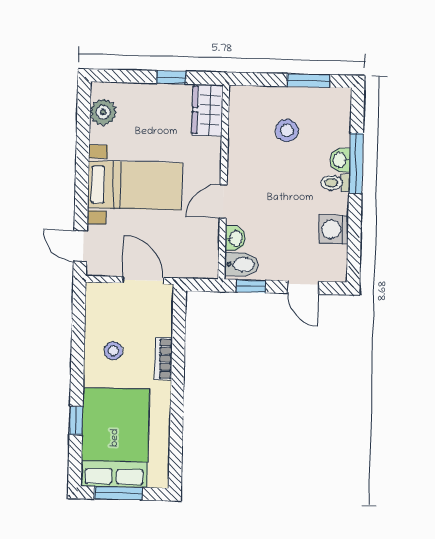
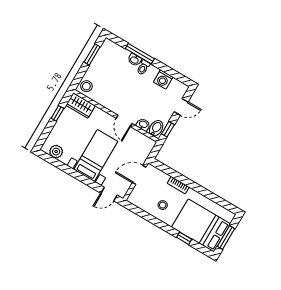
stool: (287, 130) -> (86, 86), moved

